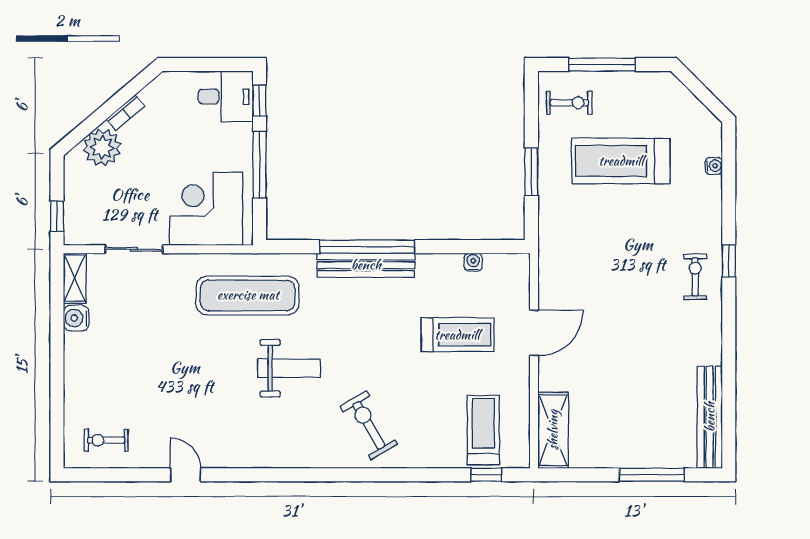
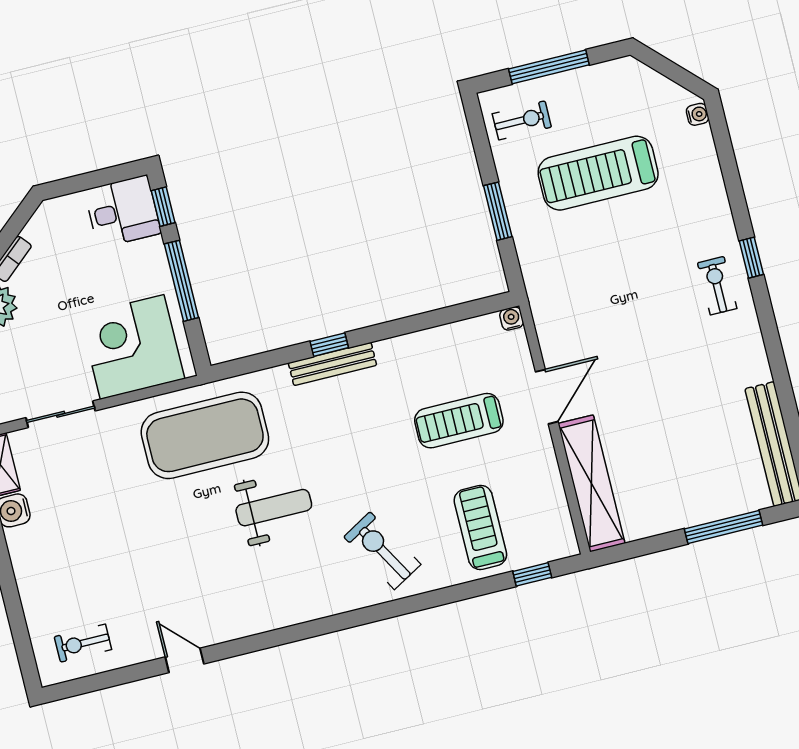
water cooler: (714, 166) -> (698, 114), moved
window: (367, 247) -> (329, 345), width x0.32
water cooler: (473, 262) -> (512, 318), moved
bench: (366, 265) -> (332, 364), width x0.73, depth x0.82
exercise mat: (248, 295) -> (205, 435), width x1.47
treadmill: (457, 335) -> (459, 421), turned 180
treadmill: (483, 430) -> (480, 527), moved
shelving: (553, 430) -> (592, 483), width x1.47

